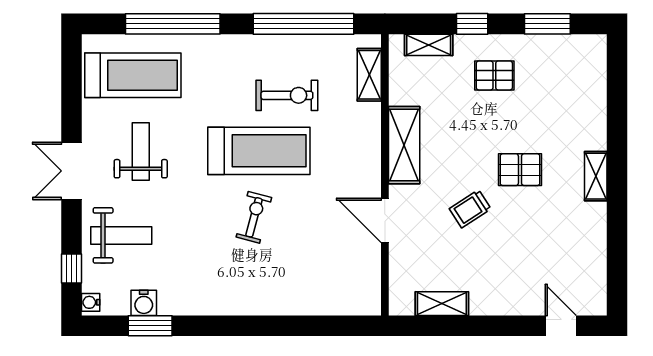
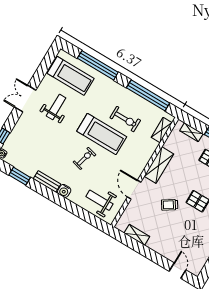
weight bench: (121, 235) -> (100, 200), moved, turned 180
water cooler: (144, 303) -> (64, 191), moved
bench: (208, 304) -> (47, 181), added

